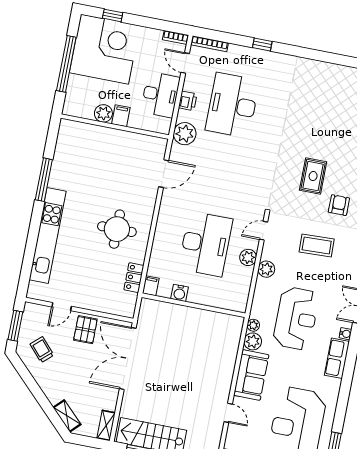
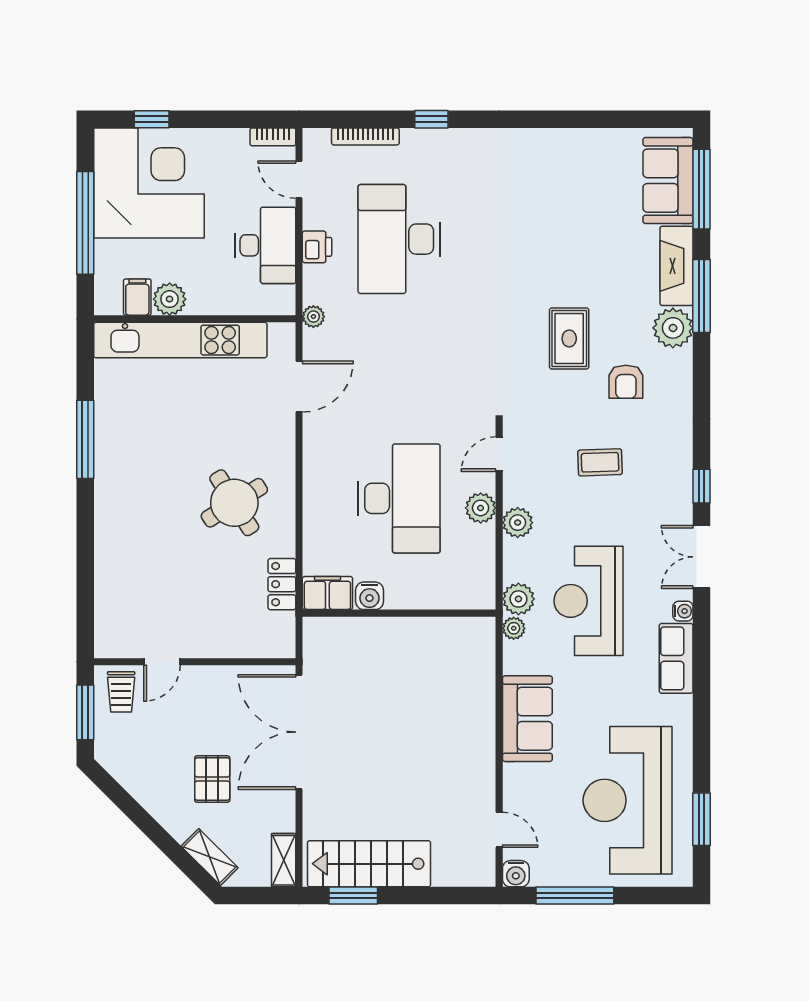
bookcase: (209, 44) -> (365, 136), moved
filing cabinet: (121, 116) -> (137, 297), moved
plant: (185, 134) -> (313, 317), width x0.53, depth x0.53
armchair: (339, 205) -> (626, 382), turned 180
round table: (117, 229) -> (234, 503), turned -32
kitchen unit: (48, 235) -> (180, 340), moved, turned 90
coffee table: (317, 245) -> (600, 462), width x0.73, depth x0.77
filing cabinet: (151, 286) -> (327, 593), width x2.00
reception desk: (296, 318) -> (589, 601), turned 180
pallet: (85, 330) -> (212, 779), moved
plant: (253, 341) -> (518, 599), moved
trolley: (42, 350) -> (121, 692), moved, turned -138
door: (228, 413) -> (499, 830), moved

